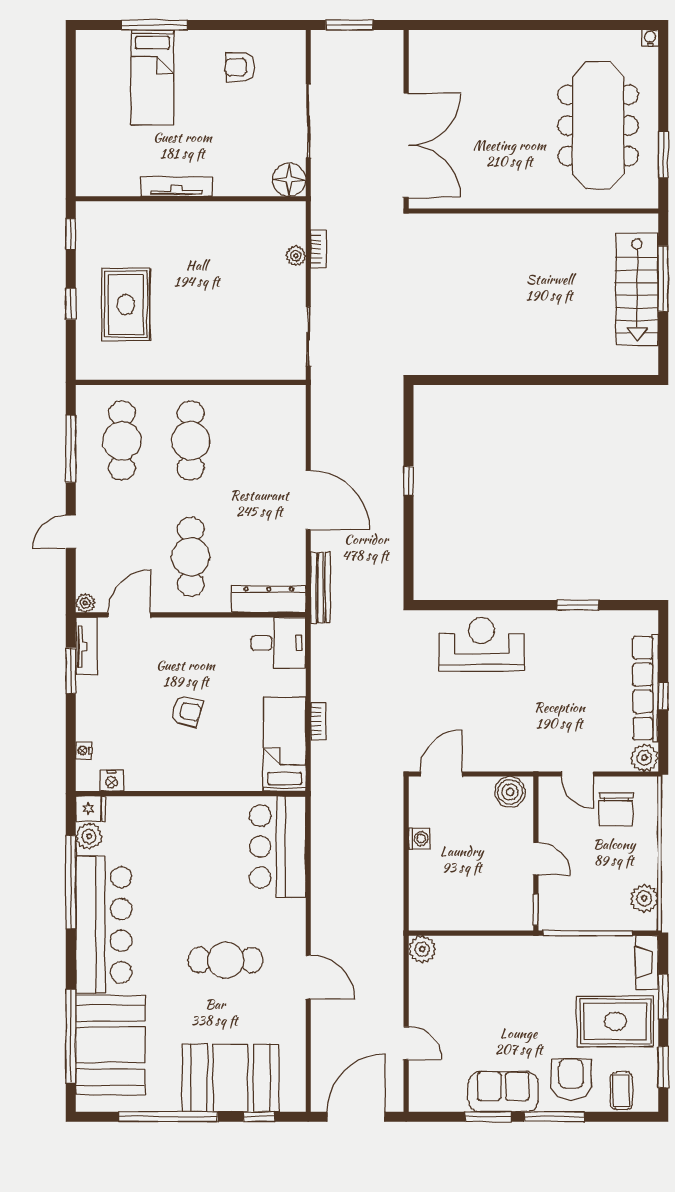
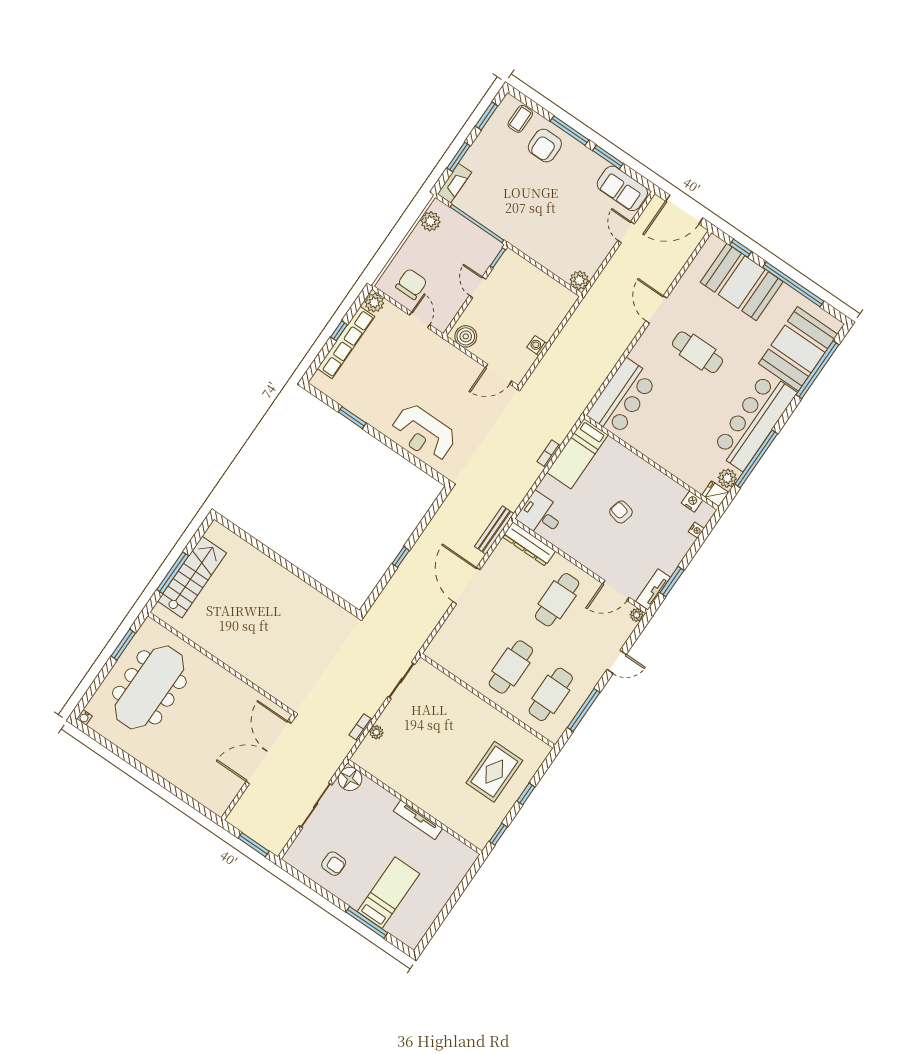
rug: (615, 1021) -> (496, 162), removed
sofa: (503, 1092) -> (622, 188), moved

